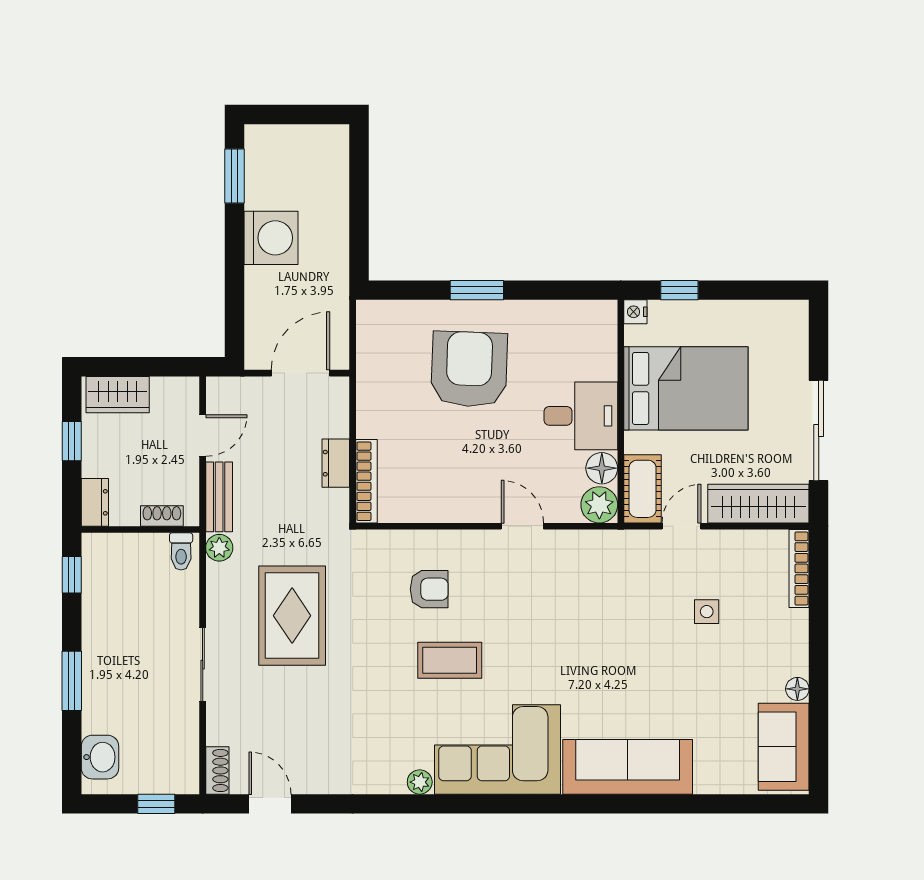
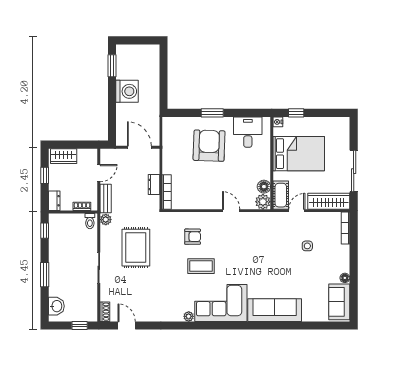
door: (300, 373) -> (139, 147), hinge flipped
desk: (581, 416) -> (248, 132), moved, turned -90

